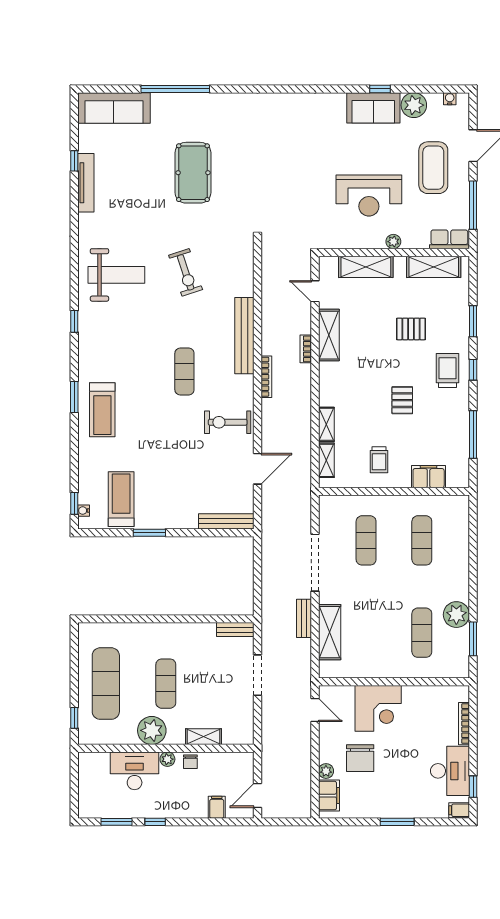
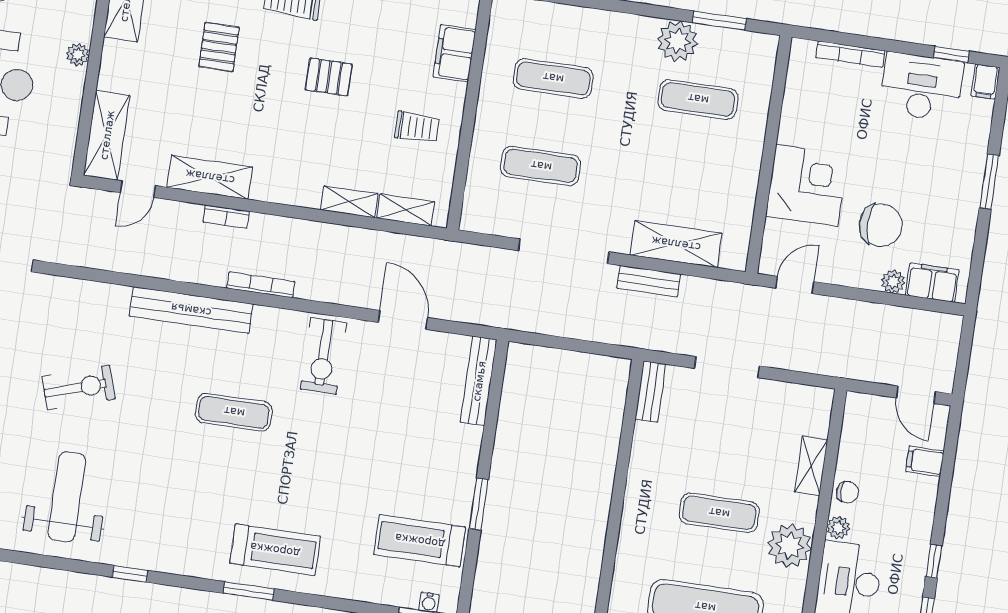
shelving: (366, 267) -> (107, 135), moved

